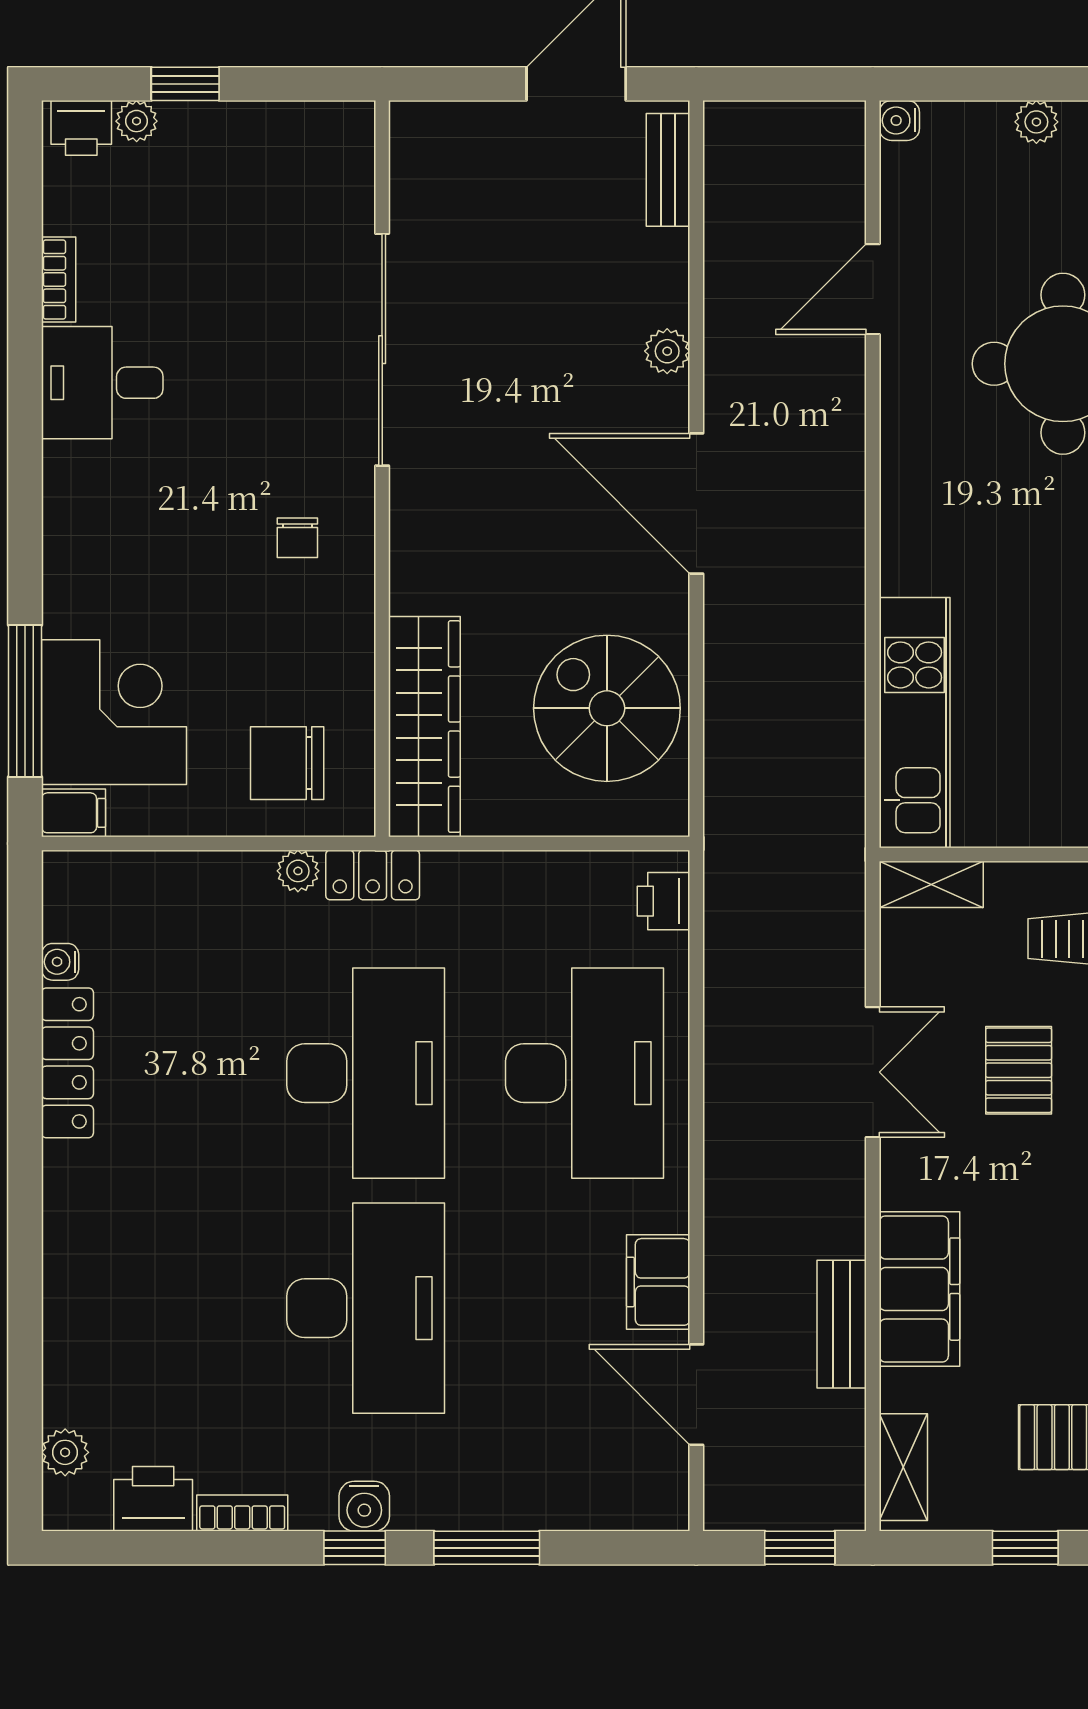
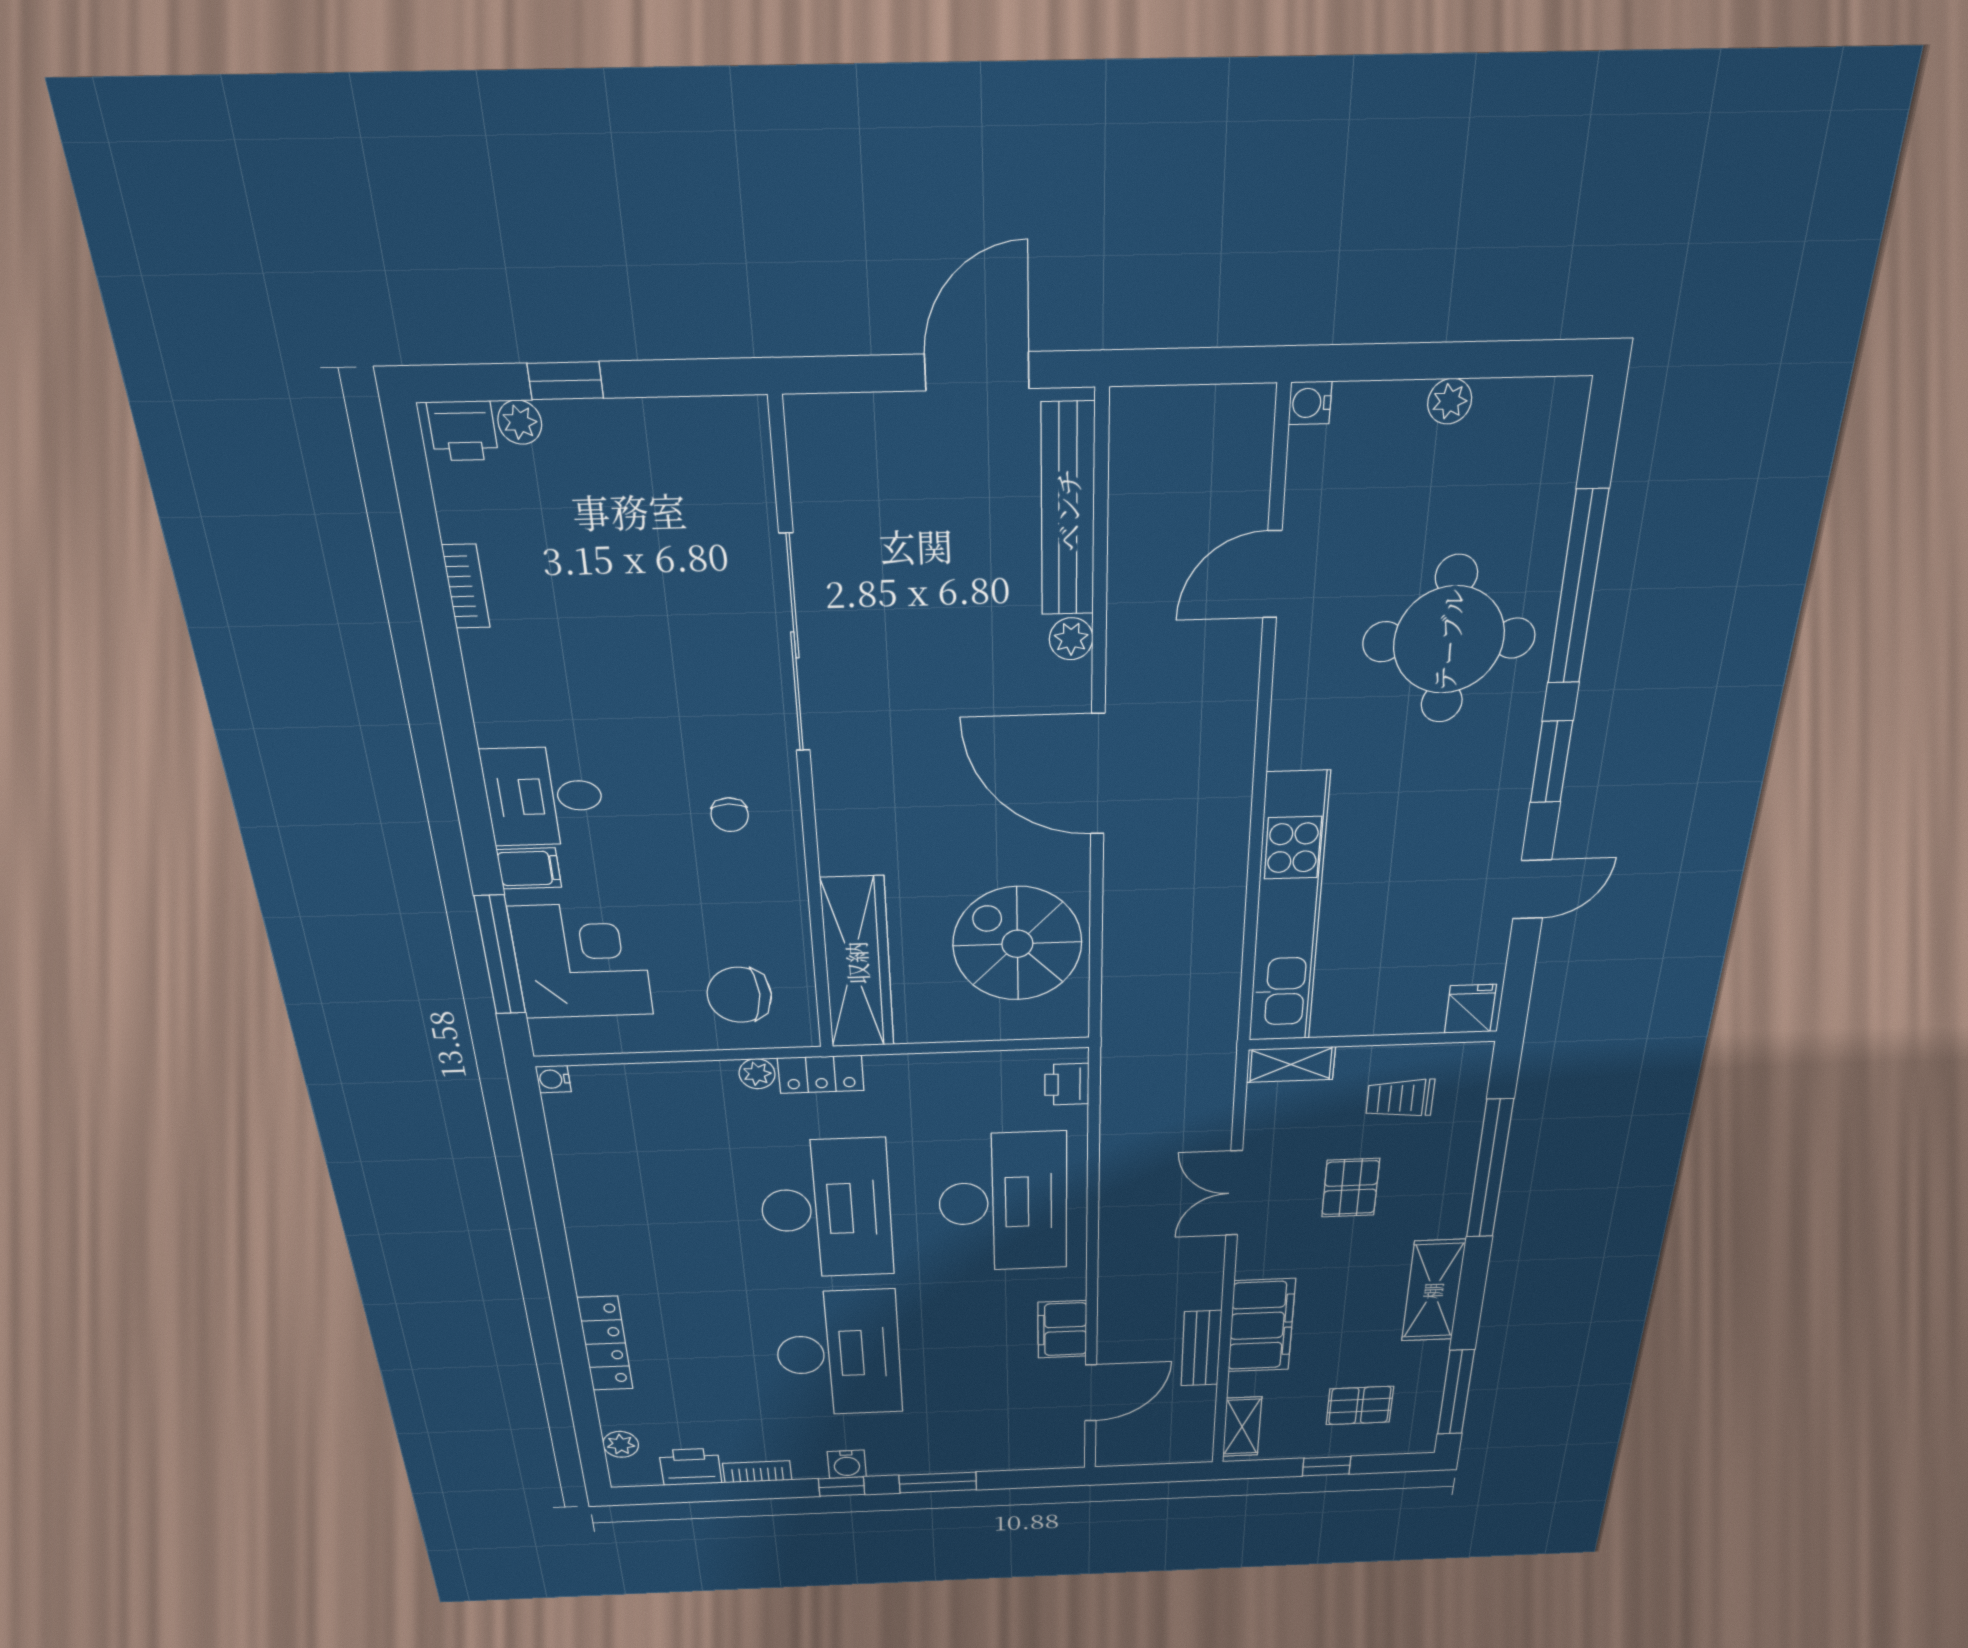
bench: (668, 170) -> (1068, 510), width x1.86, depth x1.21
desk: (102, 383) -> (544, 796), moved
kitchen unit: (915, 723) -> (1288, 911), width x1.36
filing cabinet: (73, 813) -> (529, 868), moved
water cooler: (60, 962) -> (553, 1079), moved
locker: (67, 1063) -> (605, 1344), moved
double door: (873, 1072) -> (1234, 1193), swing flipped
door: (696, 1395) -> (1091, 1393), swing flipped
window: (800, 1548) -> (1165, 1473), removed

